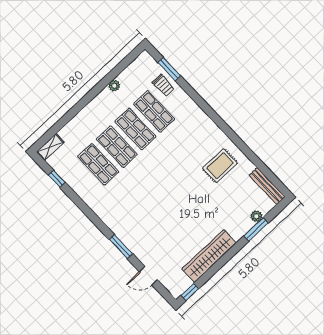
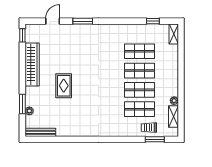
shelving: (130, 72) -> (173, 117), added
rug: (220, 166) -> (64, 86), moved

